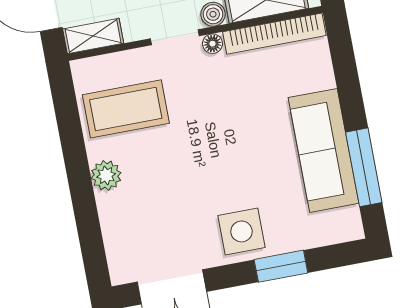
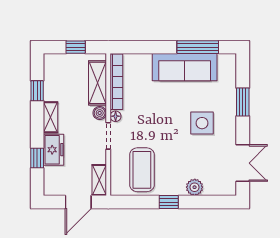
window: (77, 168) -> (169, 202), added
plant: (106, 175) -> (195, 187), moved
side table: (241, 231) -> (202, 123), moved

